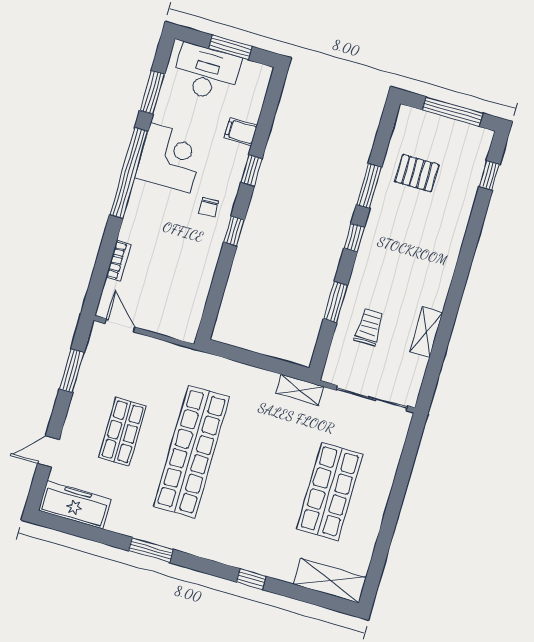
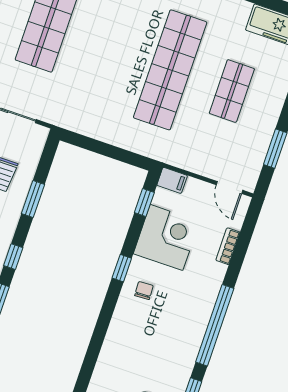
filing cabinet: (241, 132) -> (172, 180), moved
corner desk: (170, 158) -> (166, 237), moved, turned 180
window: (252, 170) -> (144, 202), moved
shelving: (300, 390) -> (69, 121), removed

